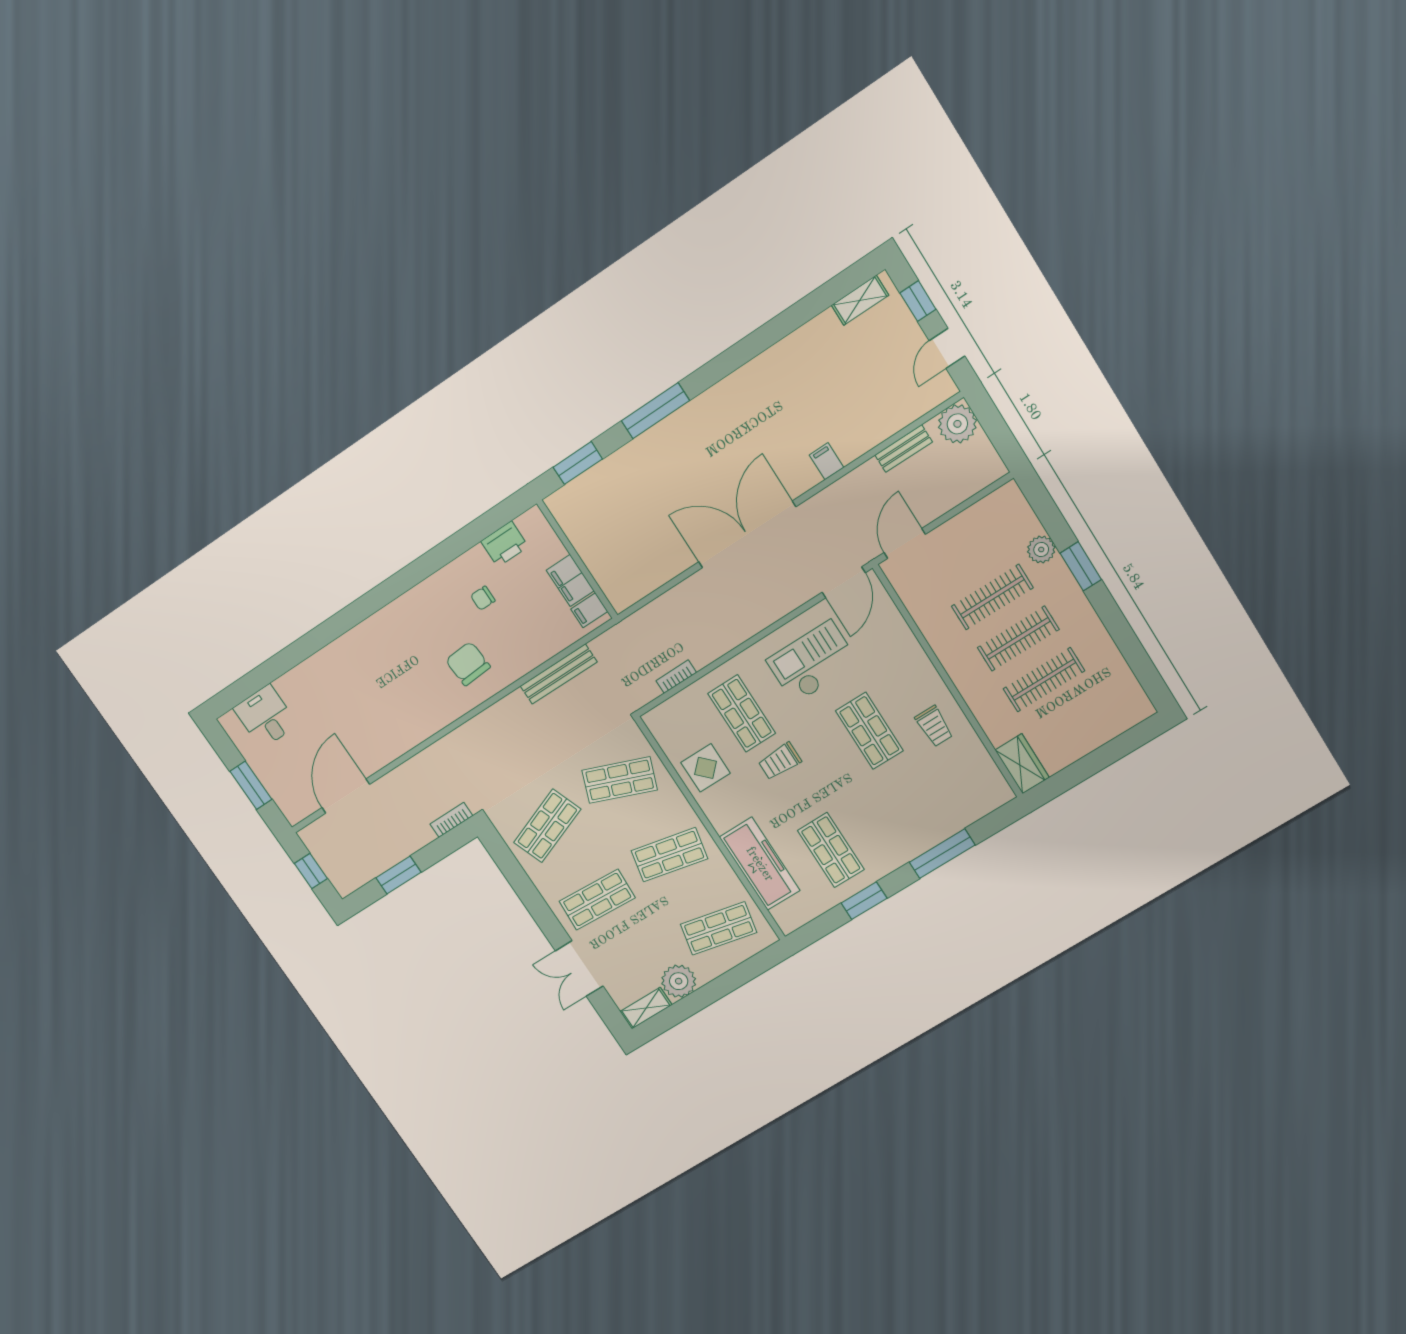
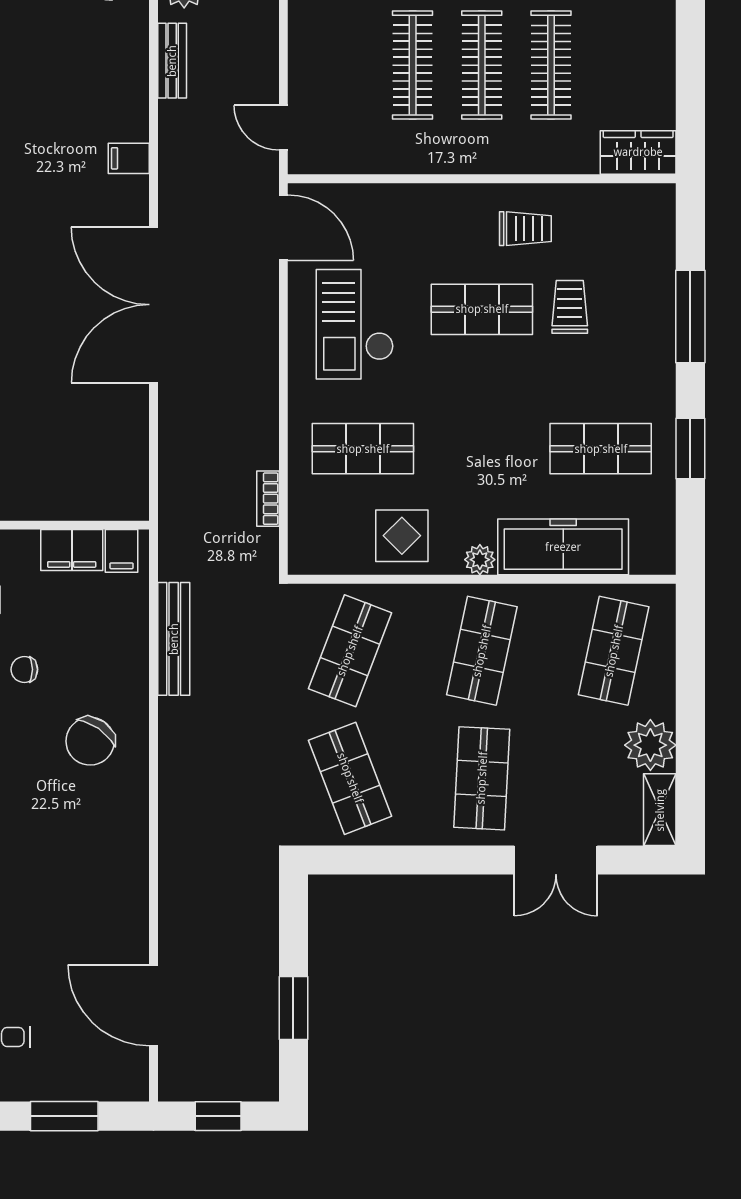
door: (905, 543) -> (283, 128), width x0.73
chair: (483, 598) -> (24, 669), turned 90
chair: (468, 664) -> (90, 741), turned -51
trolley: (780, 761) -> (570, 307), moved, turned 180
bookcase: (451, 820) -> (267, 893), removed
plant: (721, 821) -> (480, 560), added

